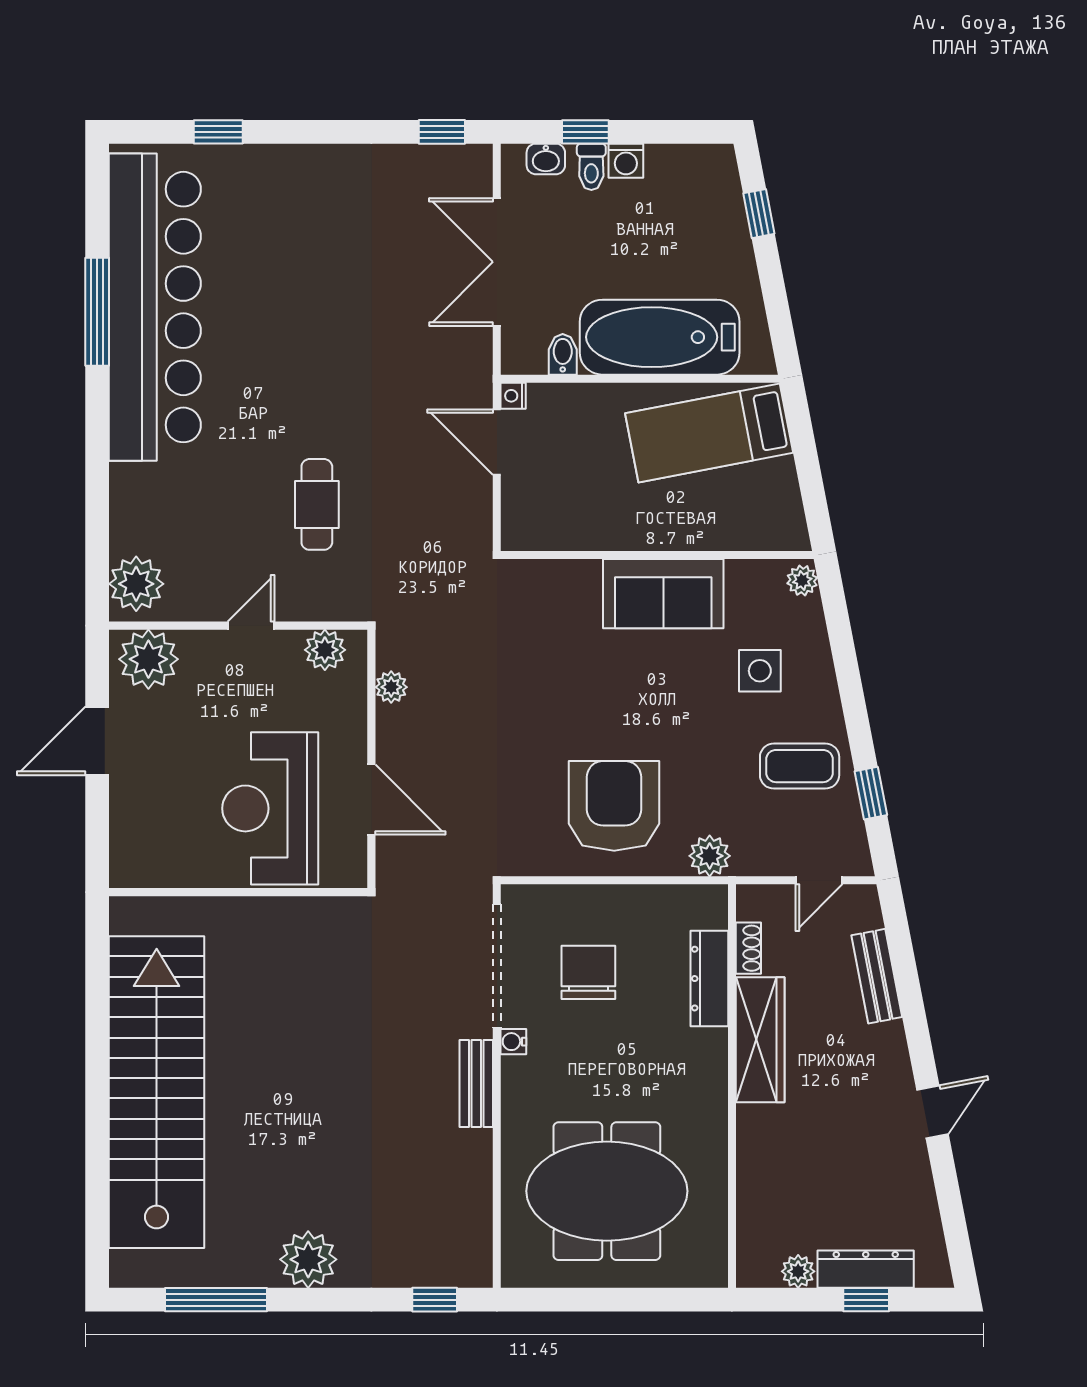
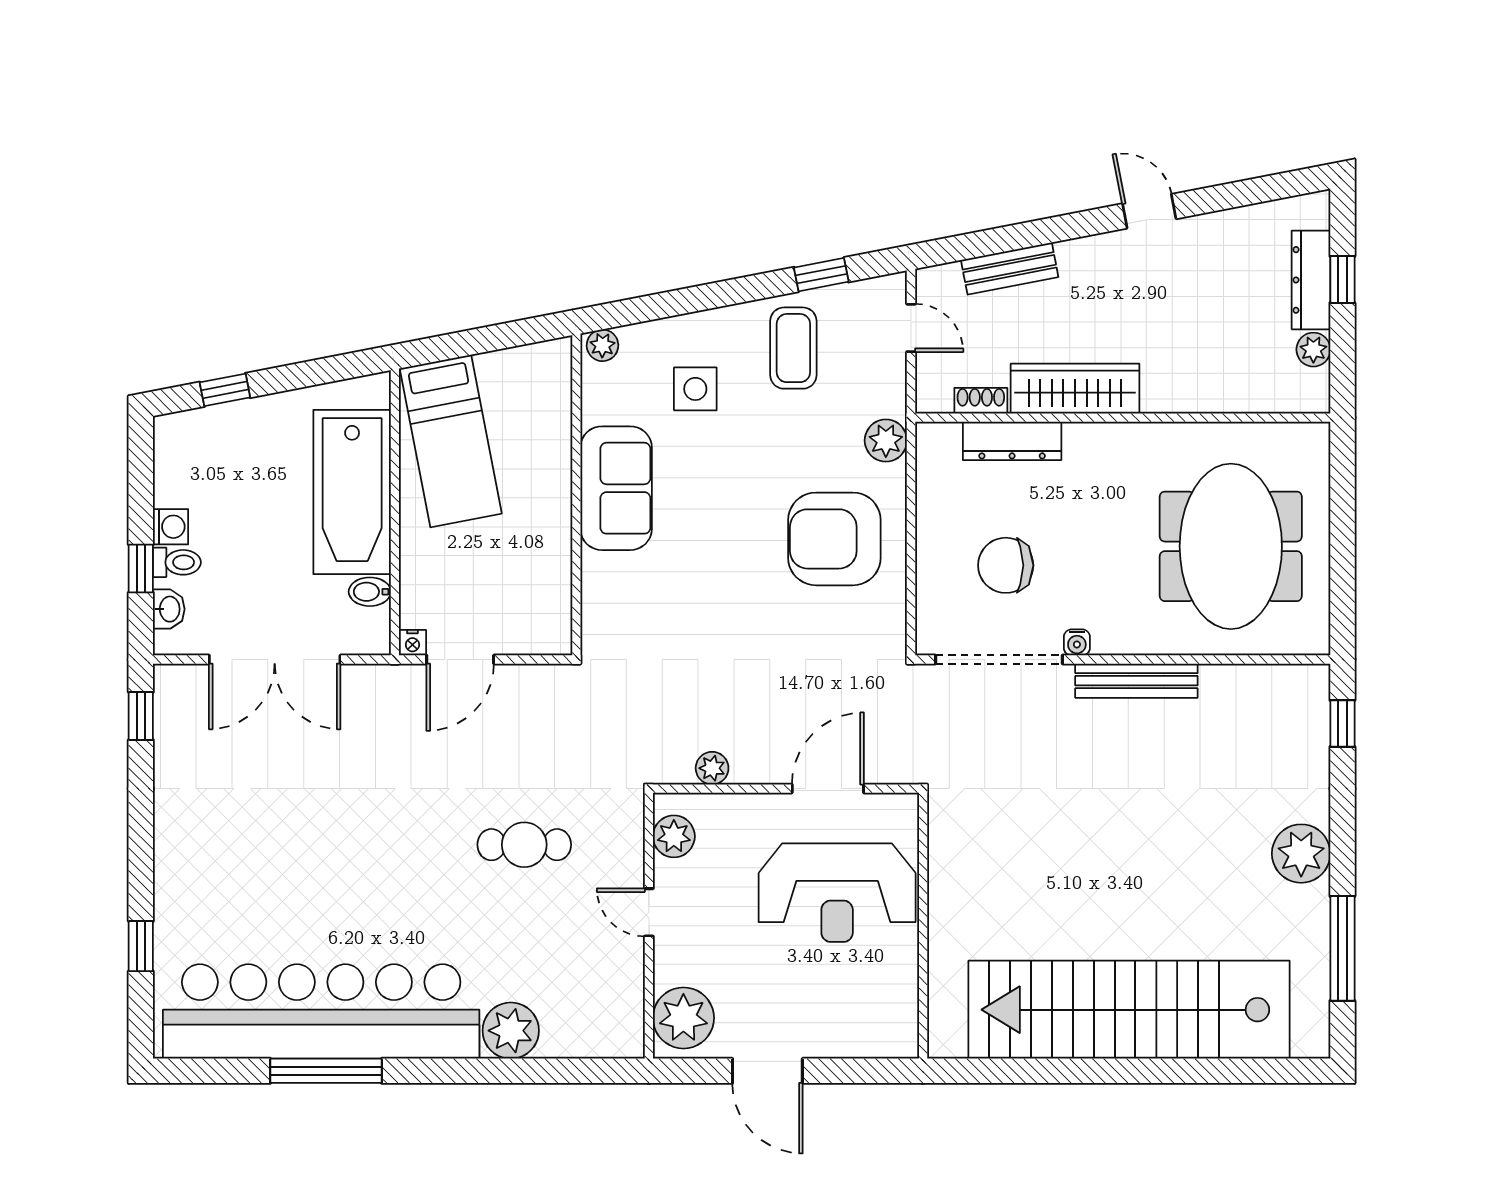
plant: (136, 584) -> (511, 1031), moved
bench: (476, 1084) -> (1136, 681), width x1.36

